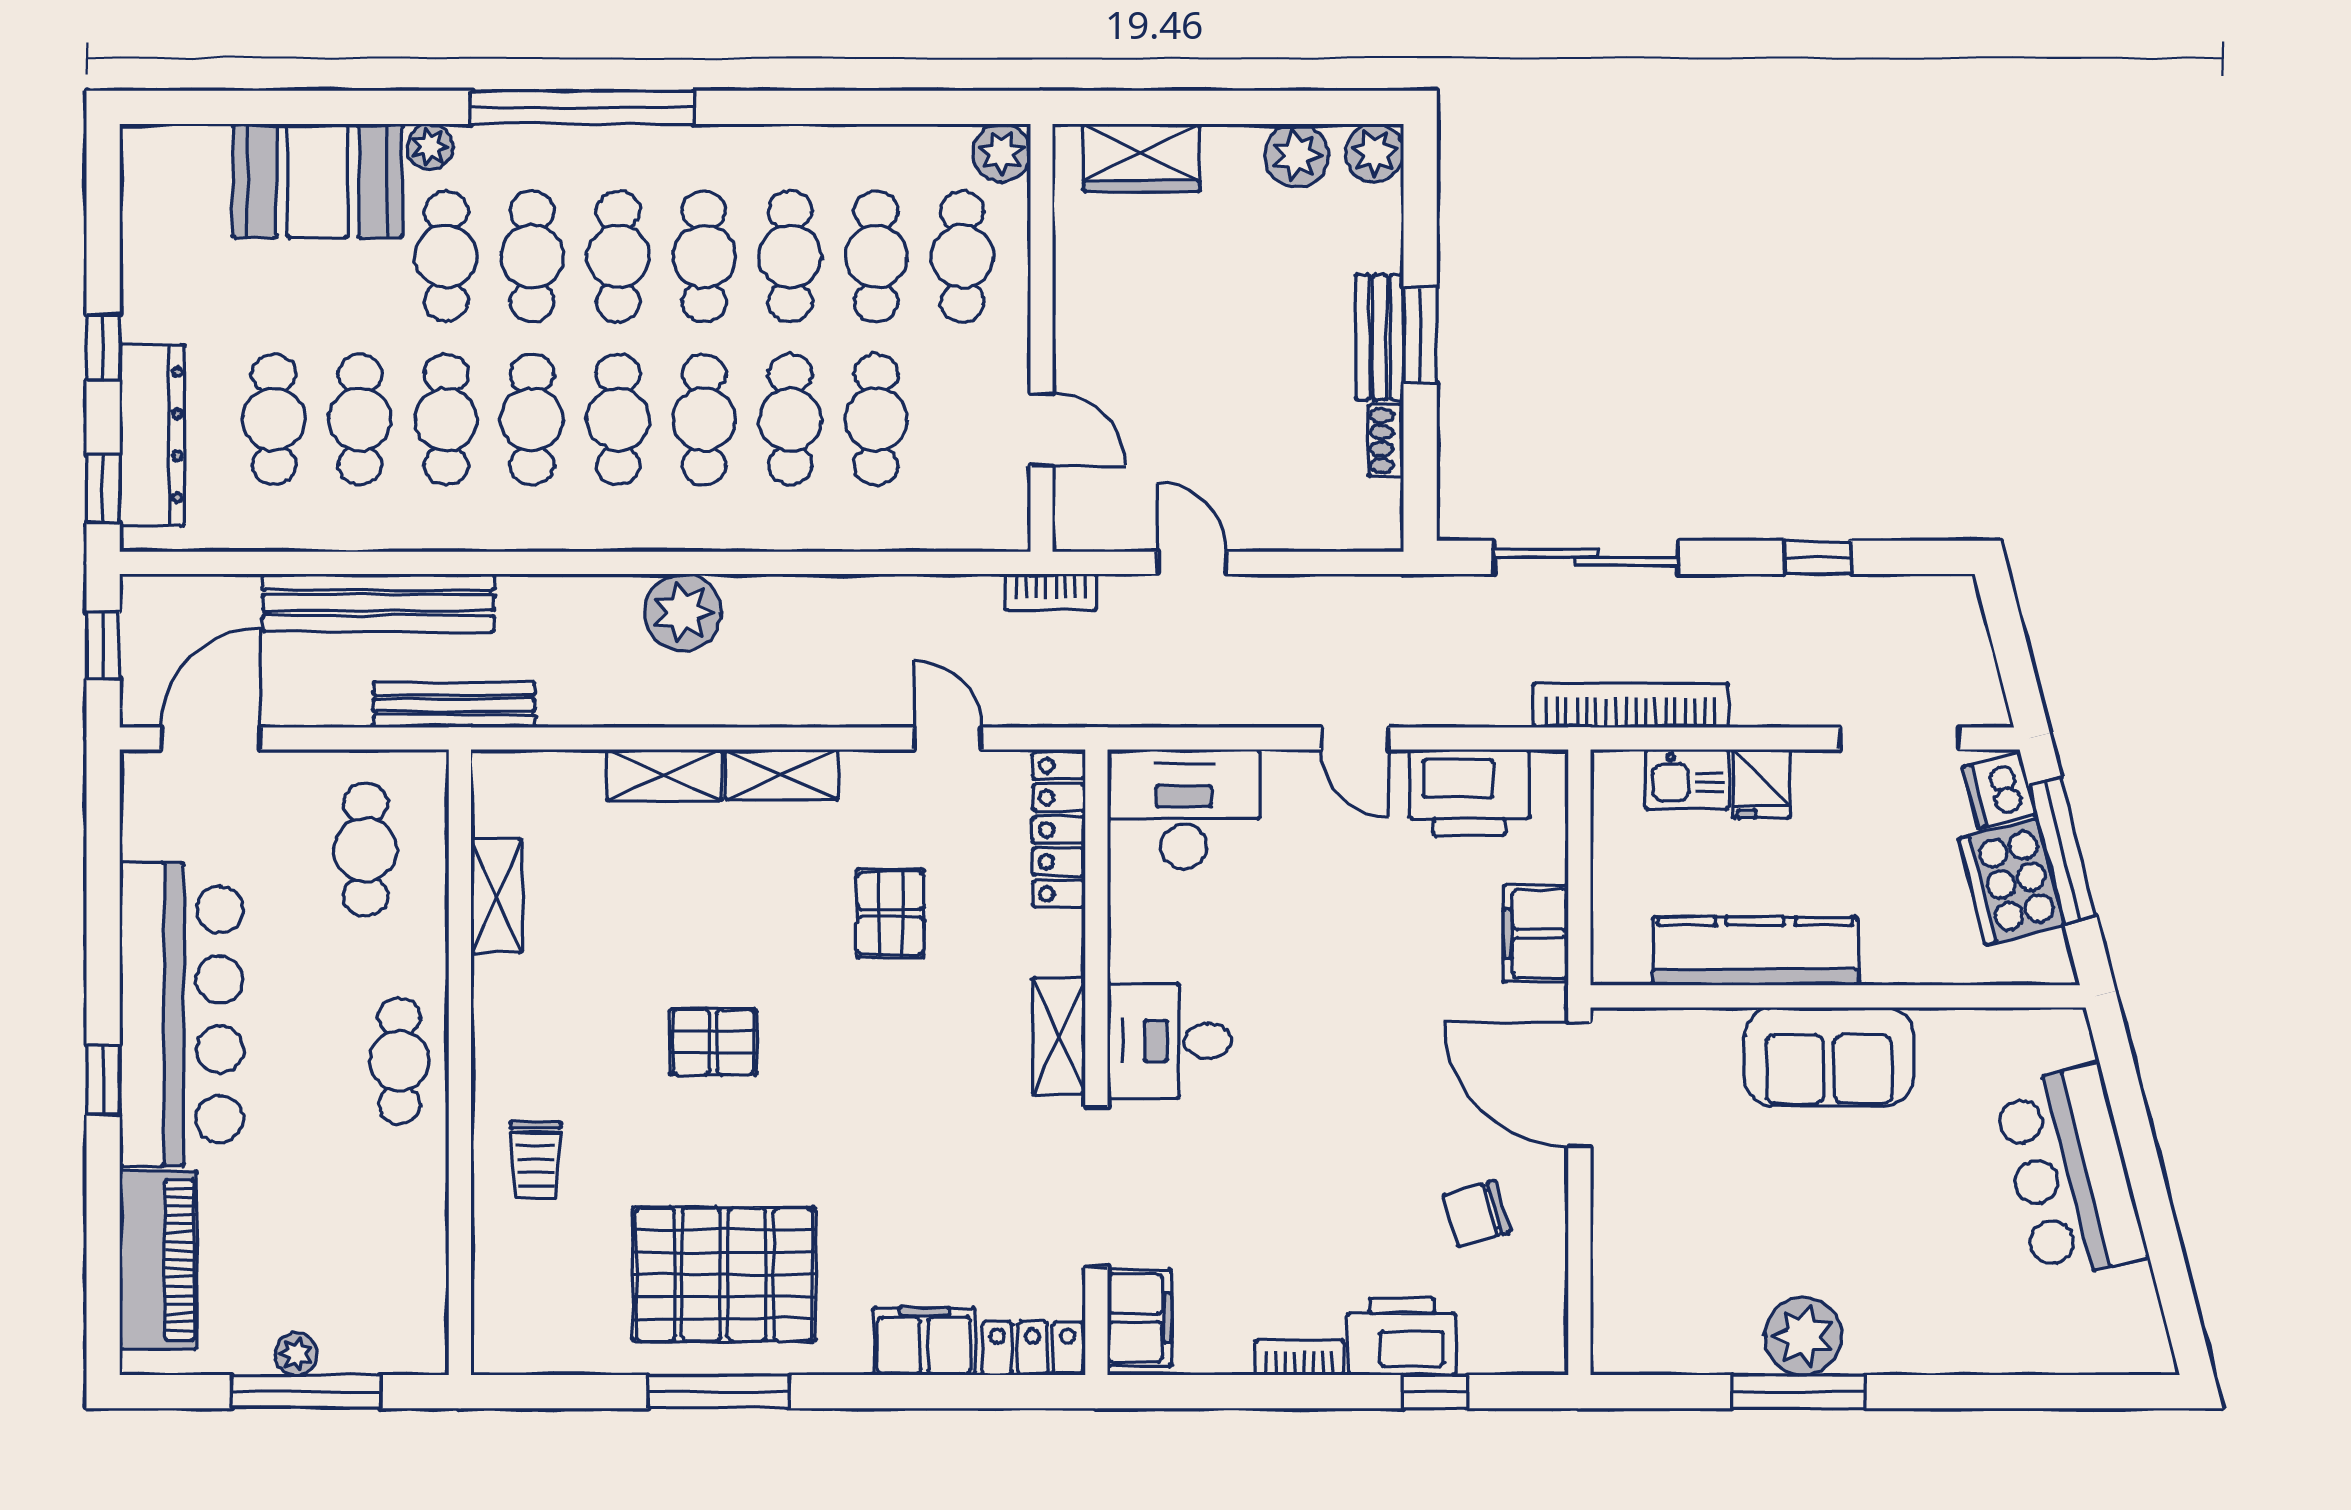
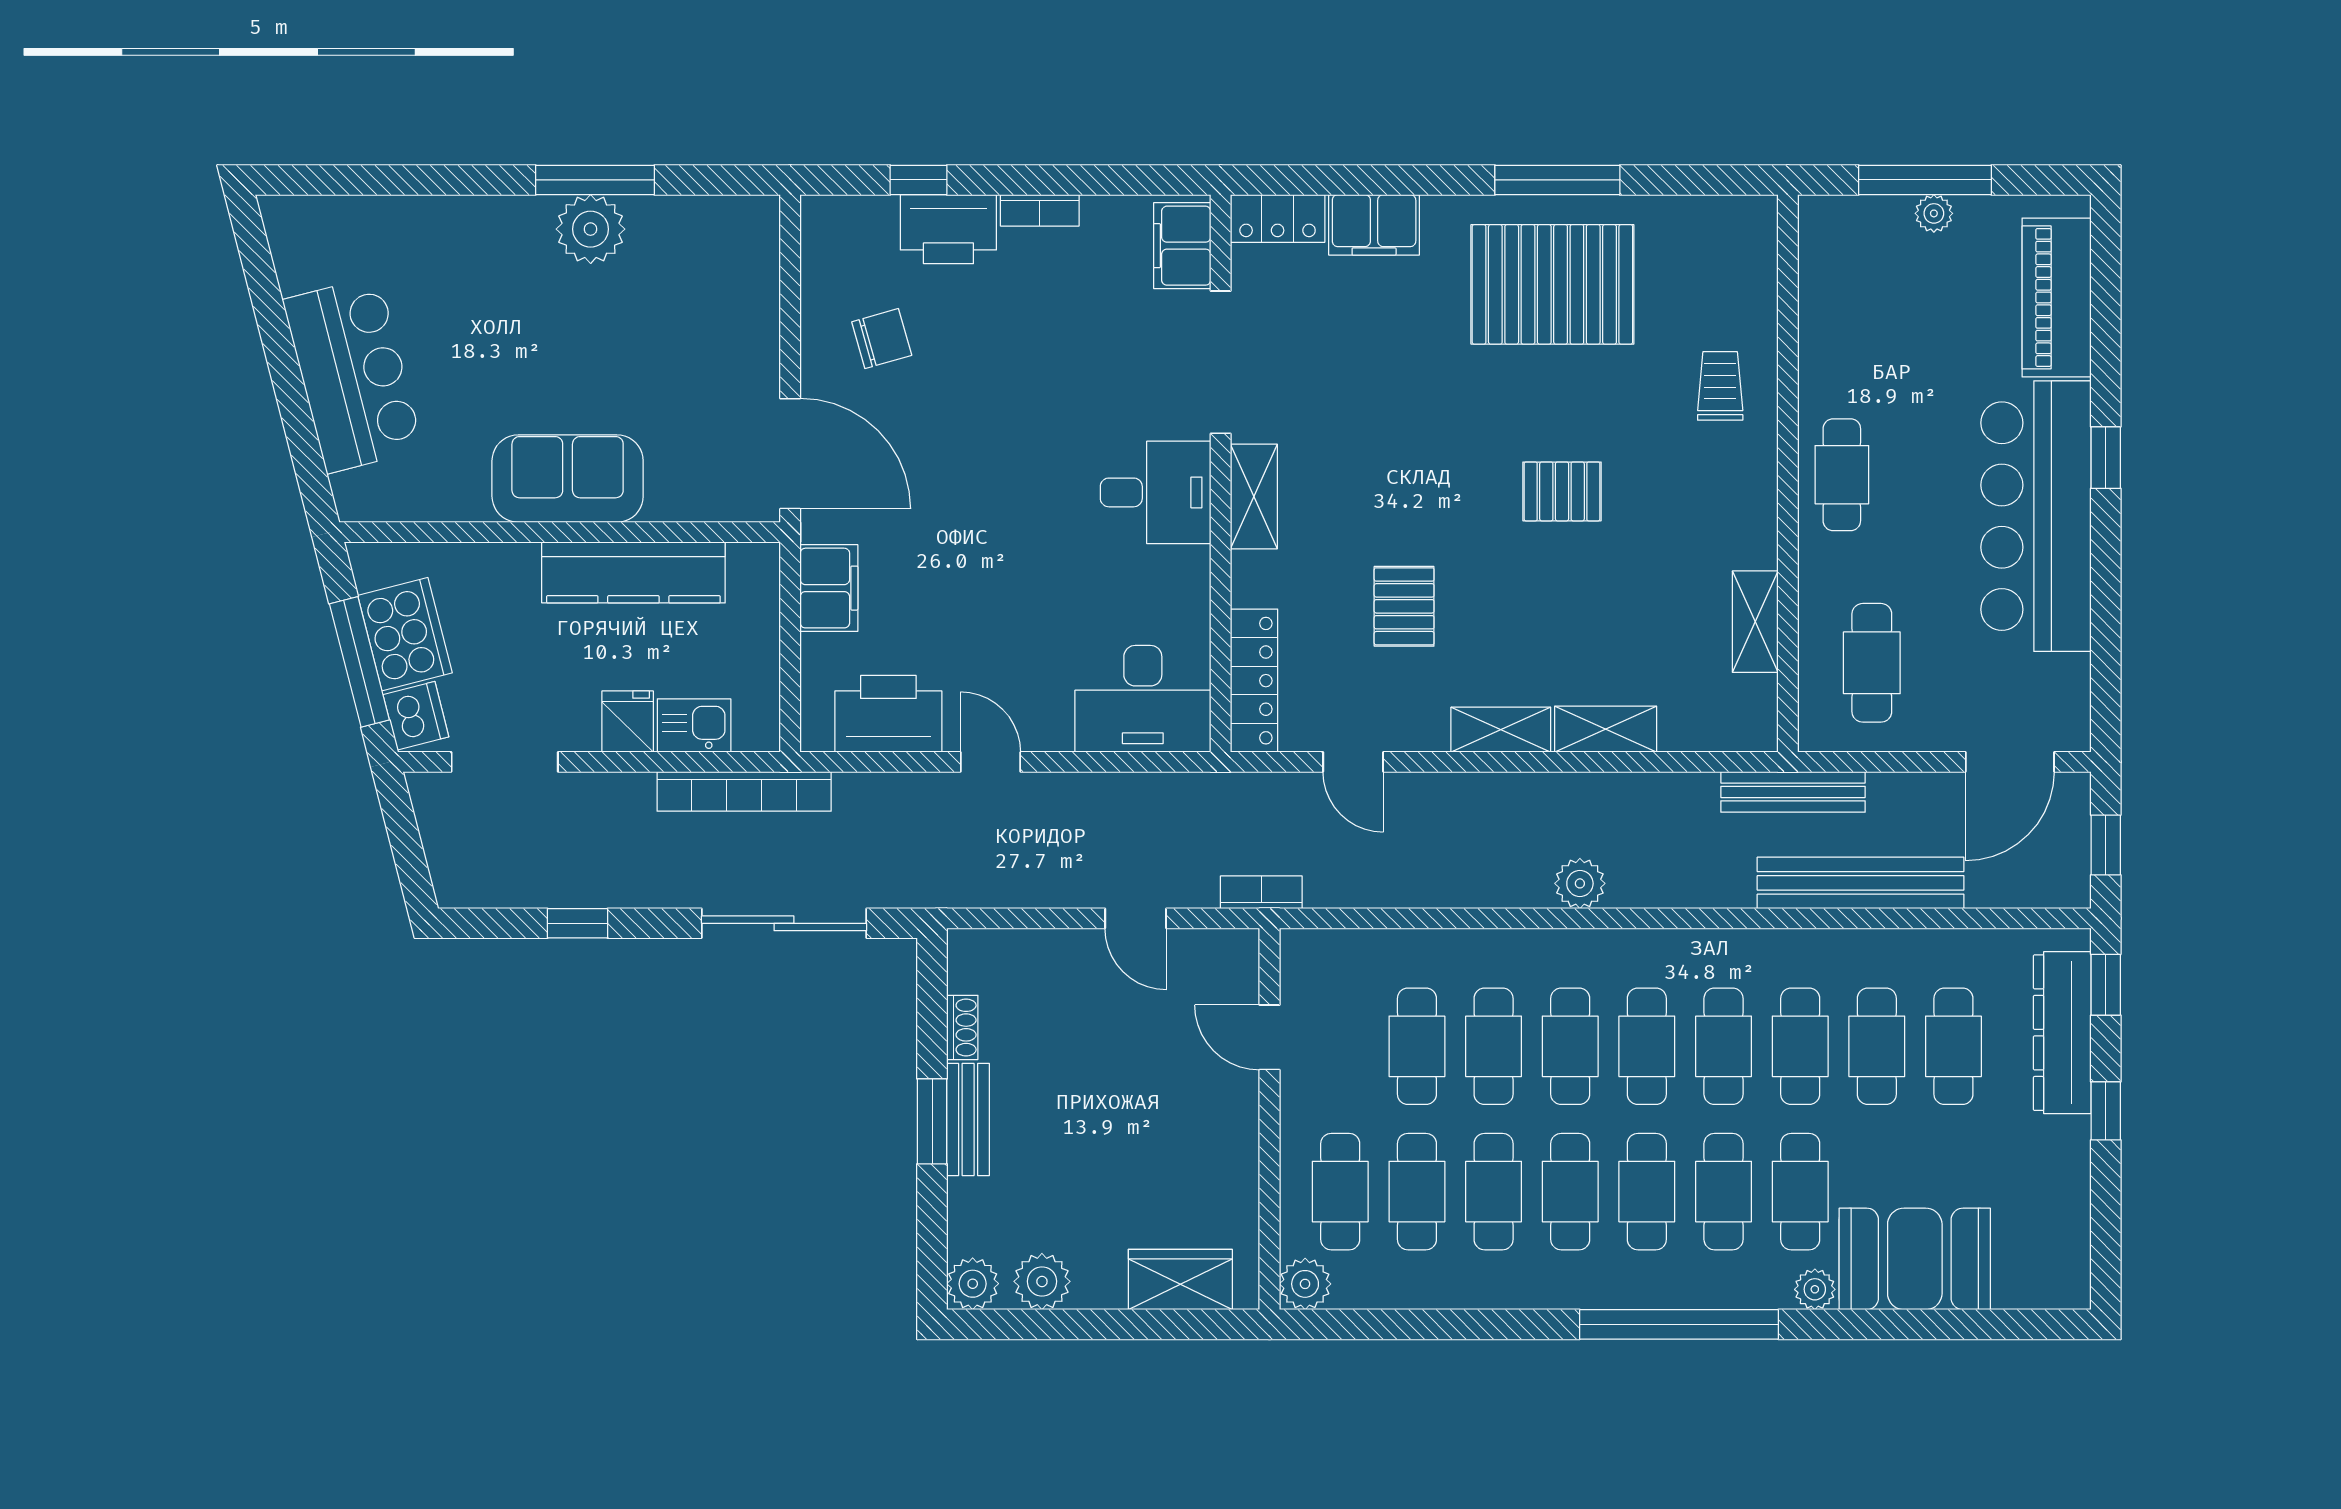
plant: (683, 612) -> (1580, 883), width x0.73, depth x0.73

